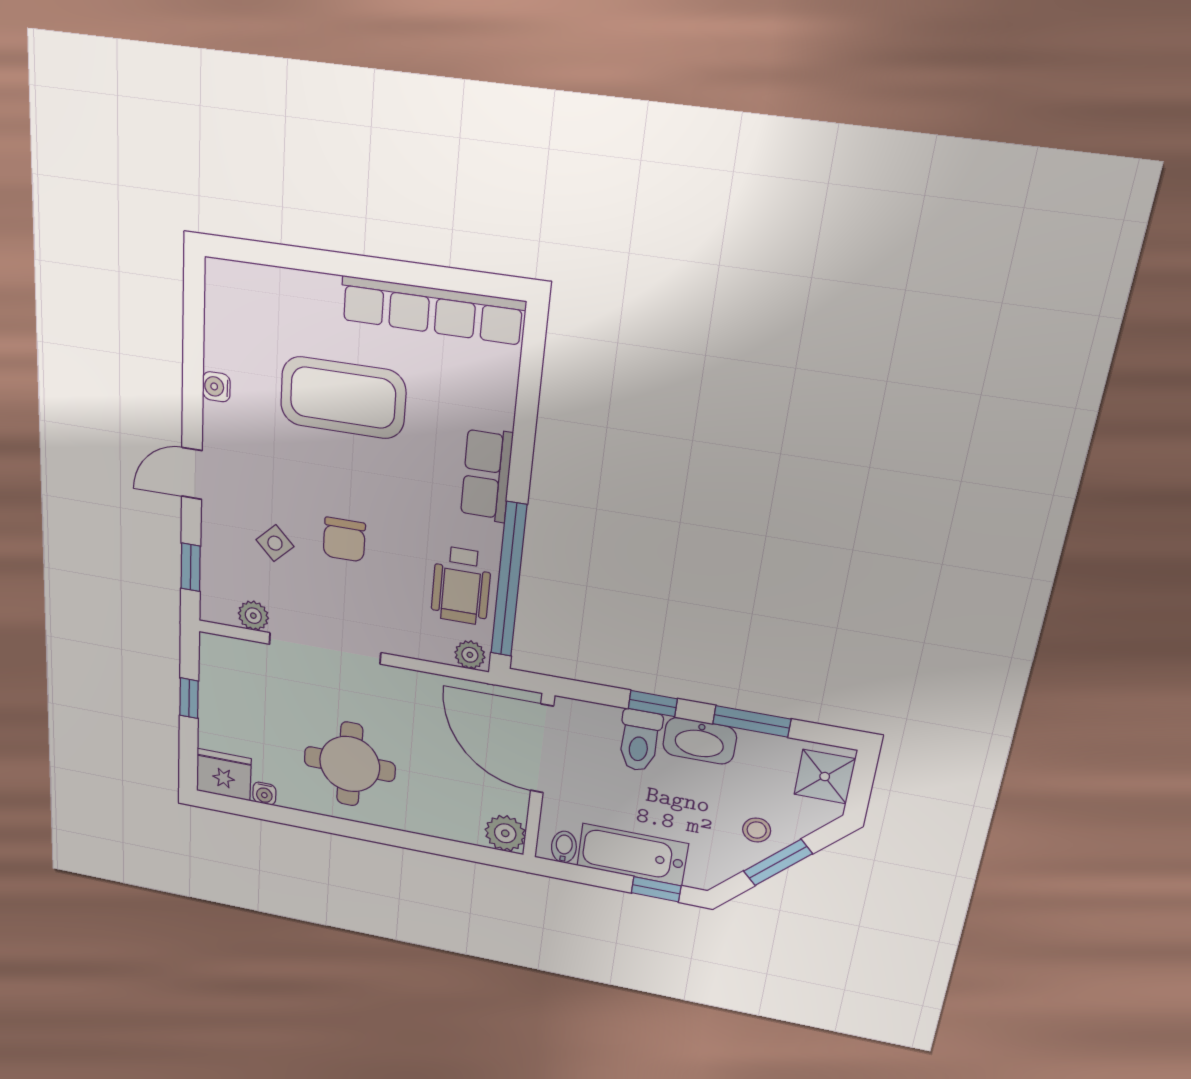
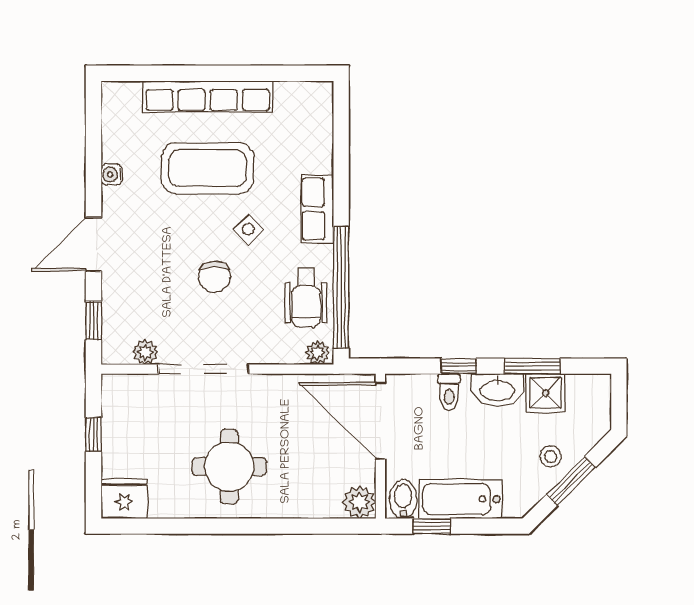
row of seats: (432, 310) -> (208, 96), moved
door: (192, 473) -> (94, 244), width x1.38
side table: (275, 543) -> (248, 229), moved
toilet: (640, 741) -> (449, 392), width x0.73, depth x0.72
shower: (825, 777) -> (546, 393), moved
water cooler: (264, 794) -> (159, 509), removed
bidet: (564, 847) -> (403, 499), width x1.38, depth x1.36
window: (656, 889) -> (431, 526), moved

